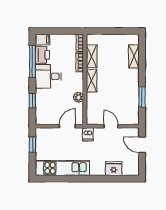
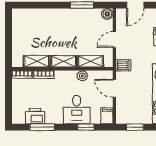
filing cabinet: (43, 39) -> (107, 116), moved
shelving: (134, 56) -> (91, 61), moved
window: (32, 61) -> (42, 127), width x0.69
desk: (48, 76) -> (77, 110), moved
boiler: (134, 120) -> (107, 14), added

